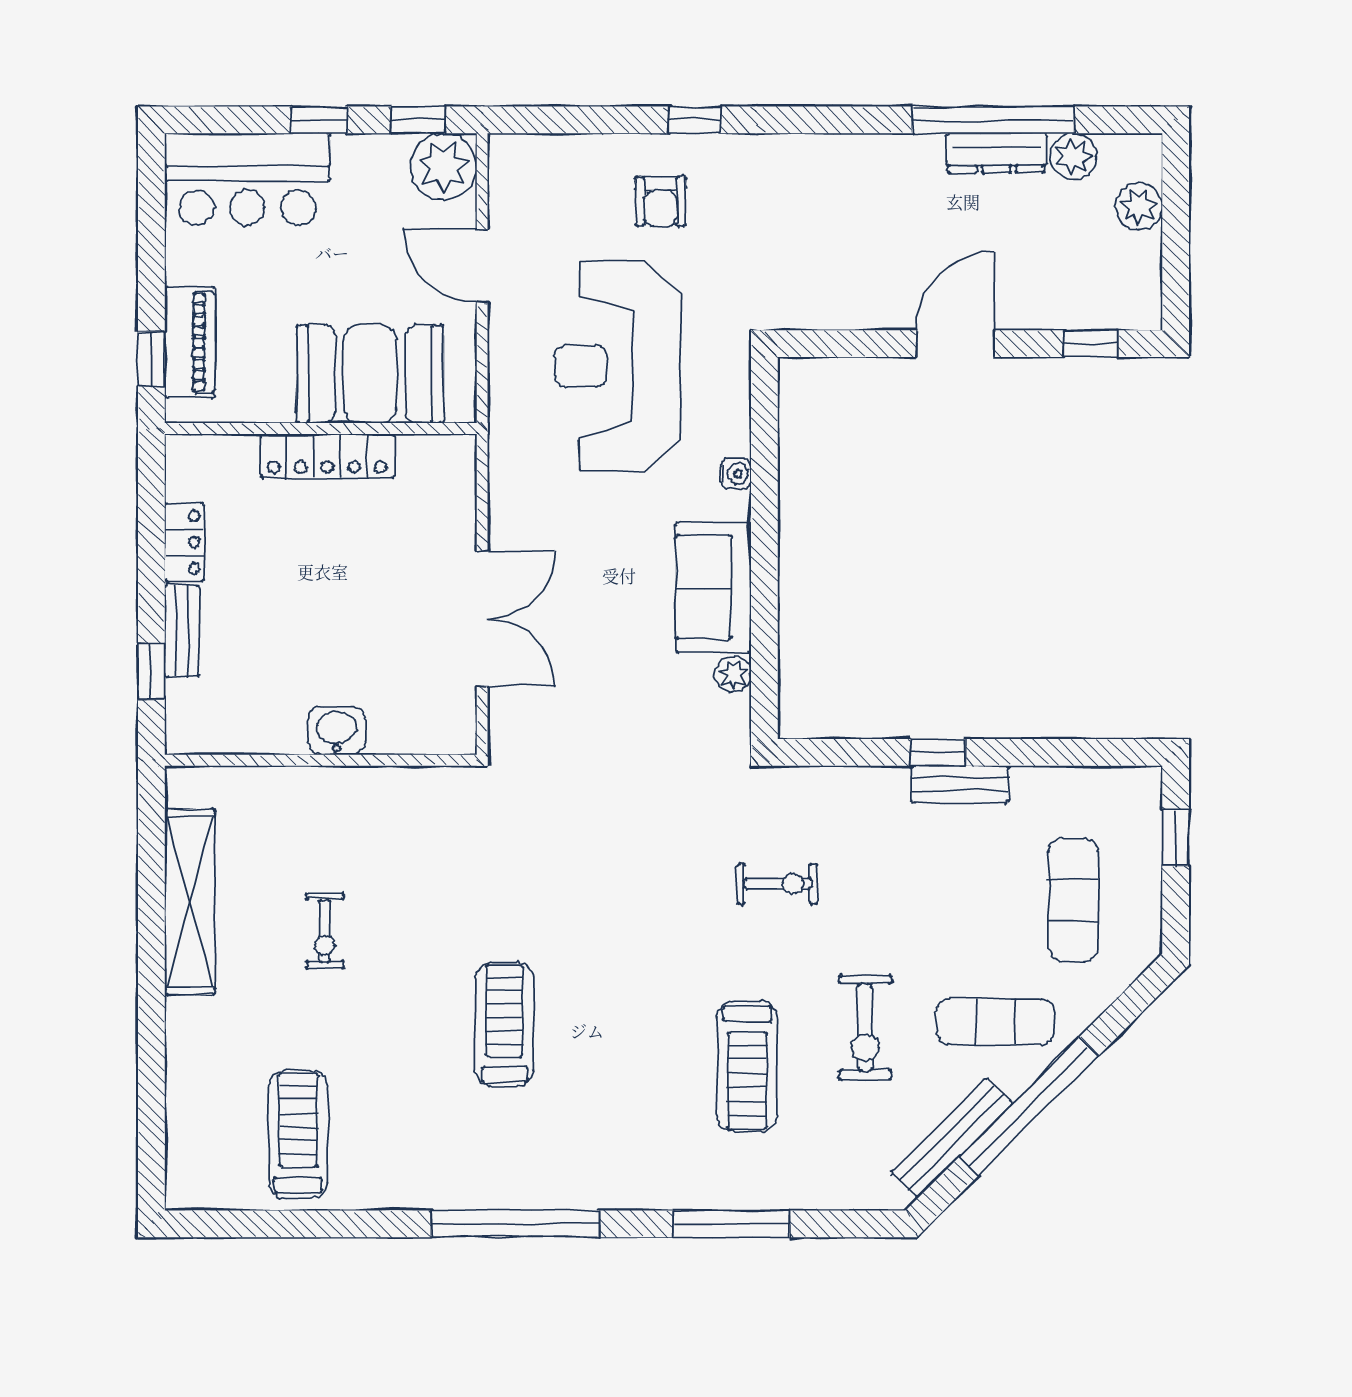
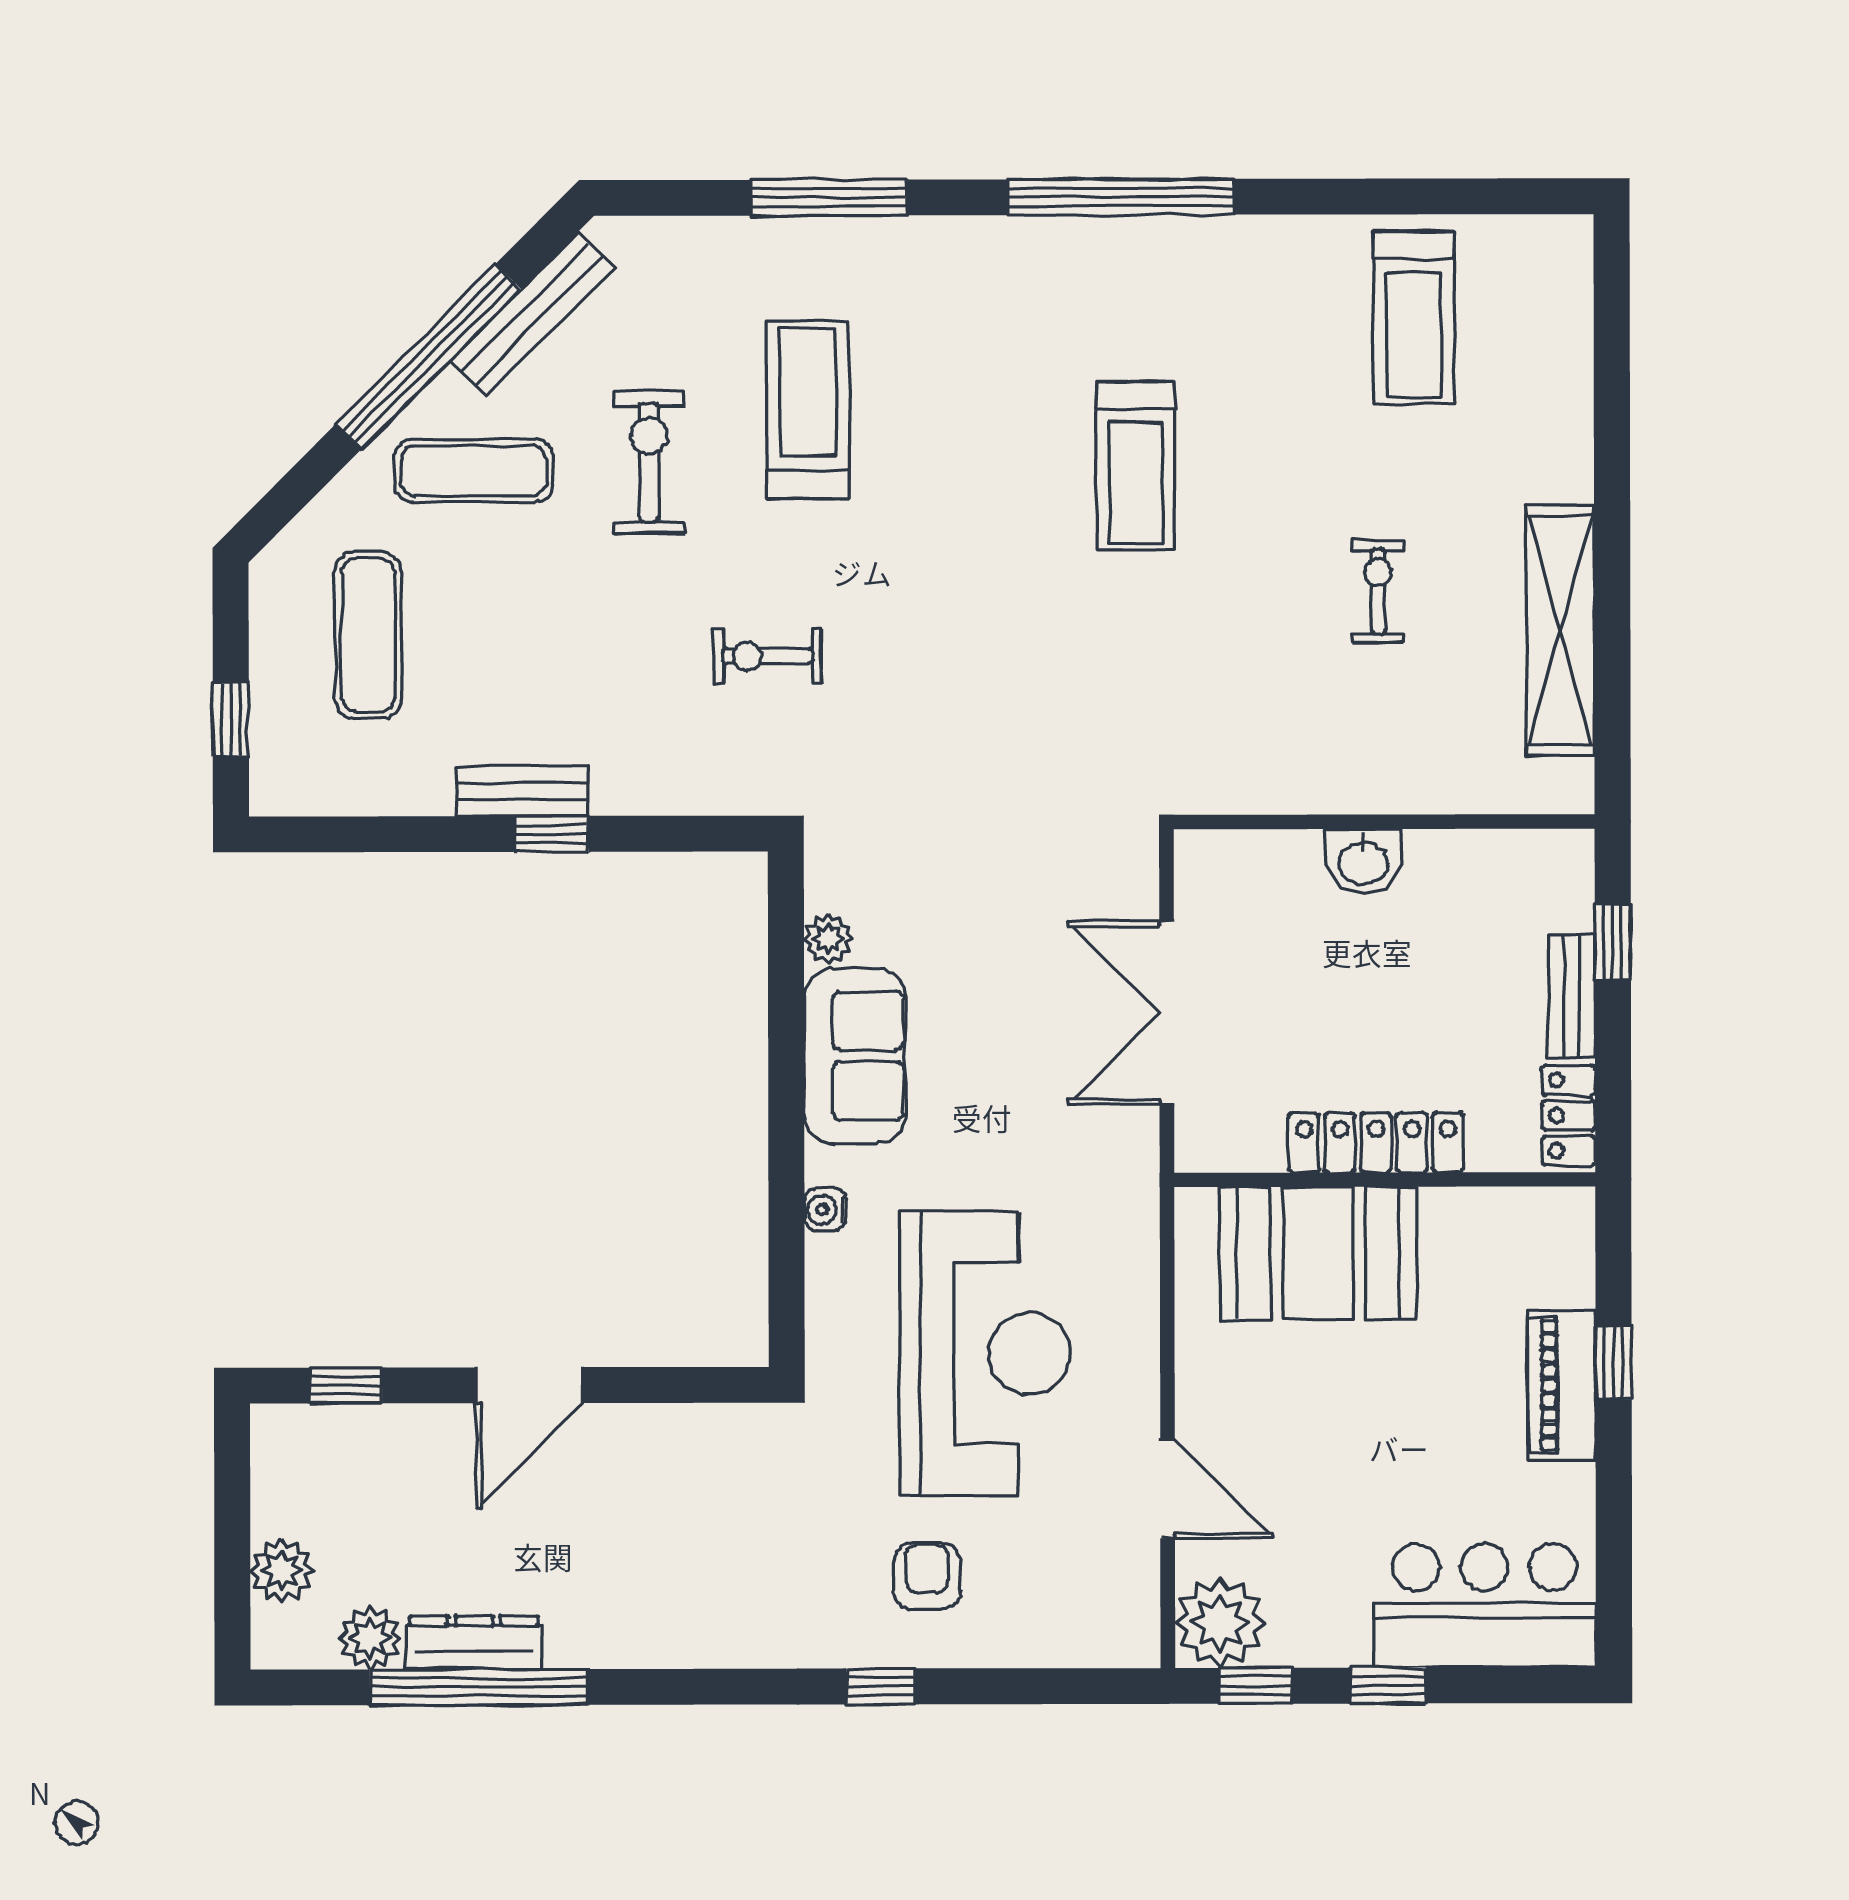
booth: (370, 374) -> (1318, 1253), moved
wall: (321, 429) -> (1385, 1180), moved
locker: (327, 456) -> (1376, 1143), moved

